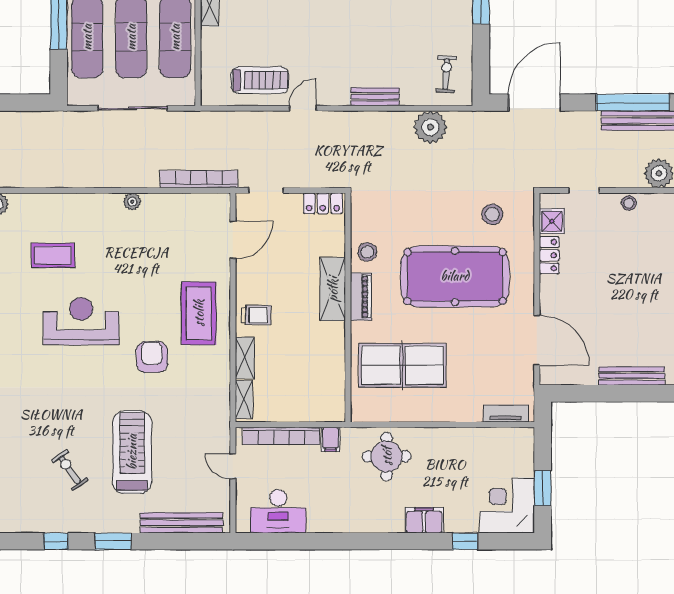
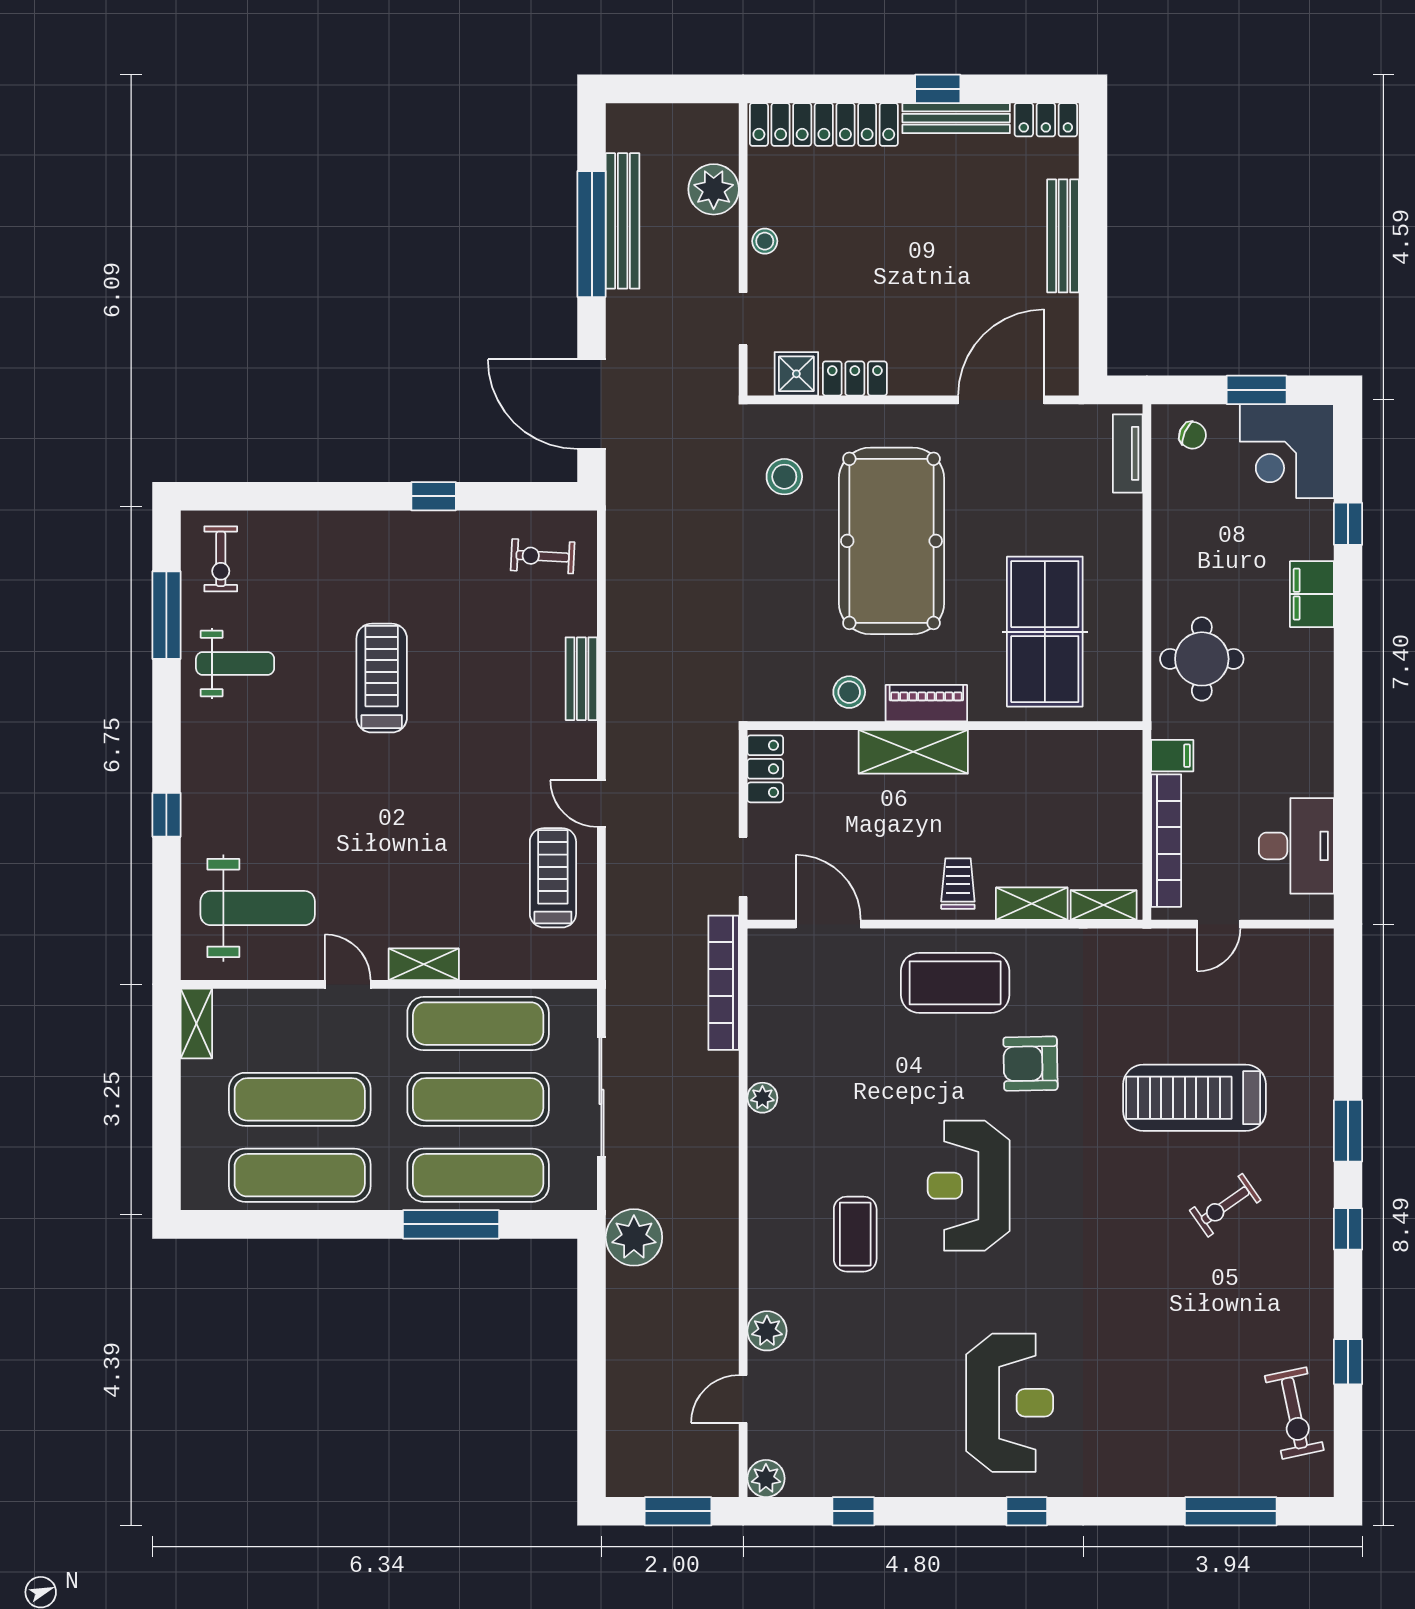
plant: (430, 127) -> (634, 1237), moved
chair: (516, 451) -> (1193, 435), added
bench: (182, 523) -> (1316, 1012), removed

